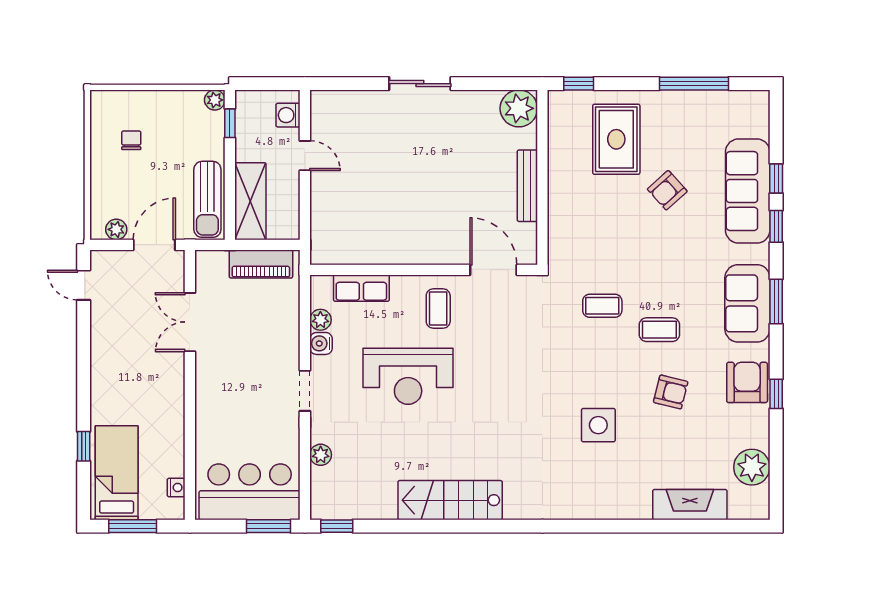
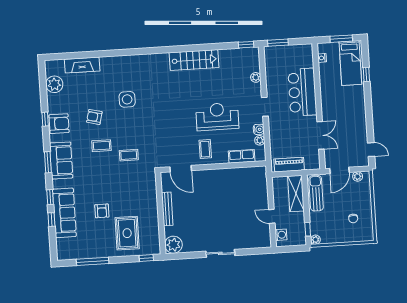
armchair: (667, 190) -> (102, 211), turned 132
armchair: (747, 382) -> (59, 124), turned -90
bar counter: (250, 492) -> (302, 92), moved, turned 90

